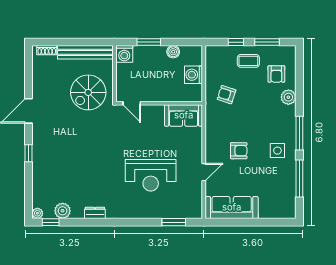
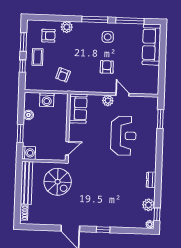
plant: (195, 153) -> (108, 101), added
sofa: (232, 207) -> (152, 45), moved

